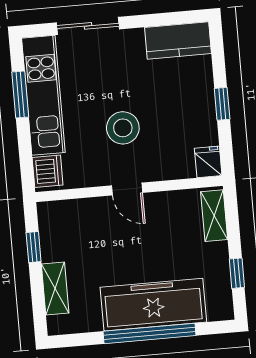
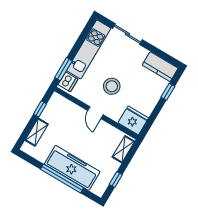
window: (20, 94) -> (63, 69), moved
window: (222, 104) -> (168, 92), moved
fridge: (208, 162) -> (133, 120), width x1.88, depth x1.34

